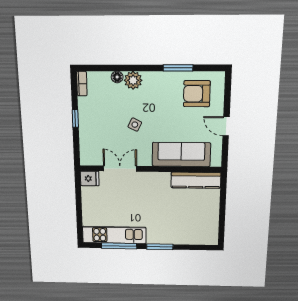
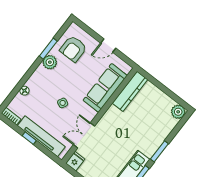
plant: (133, 80) -> (50, 62), moved
tv unit: (87, 129) -> (41, 136), added
plant: (210, 237) -> (178, 112), added

